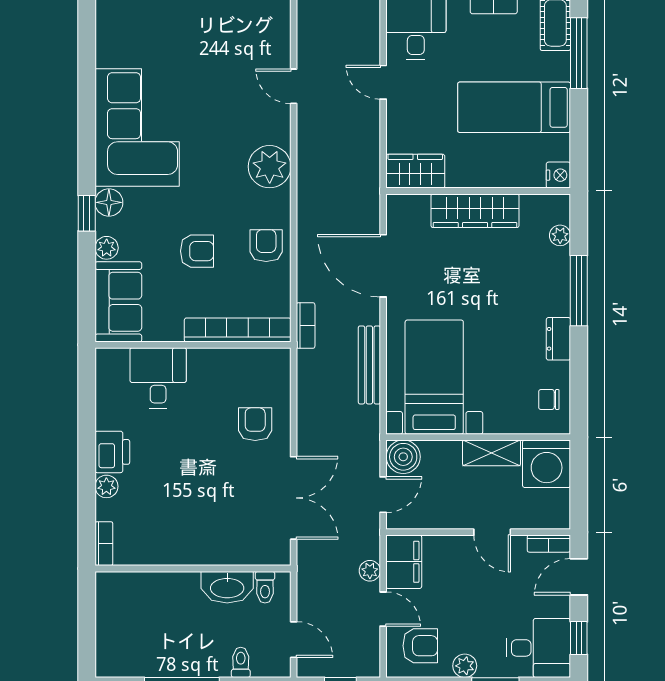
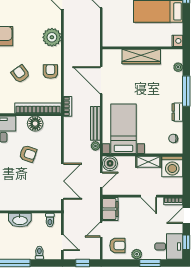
wardrobe: (415, 171) -> (115, 39), removed
armchair: (197, 251) -> (20, 74), turned -126
floor lamp: (231, 365) -> (35, 124), added
armchair: (255, 424) -> (28, 154), moved, turned 109
plant: (370, 571) -> (95, 146), moved
washbasin: (227, 587) -> (20, 220), moved
door: (383, 609) -> (101, 230), swing flipped

